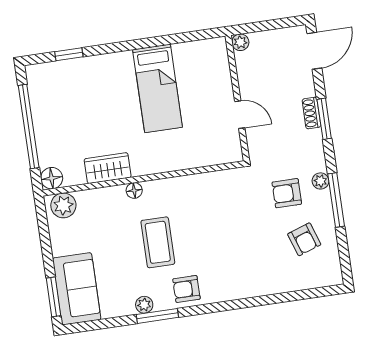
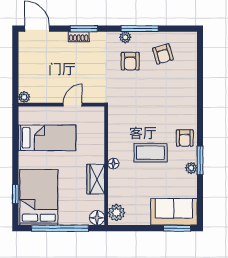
plant: (240, 42) -> (24, 97), moved
bed: (69, 89) -> (39, 197), added
wall: (237, 98) -> (61, 105), moved
door: (240, 115) -> (73, 105), moved
armchair: (304, 239) -> (163, 54), turned 93

